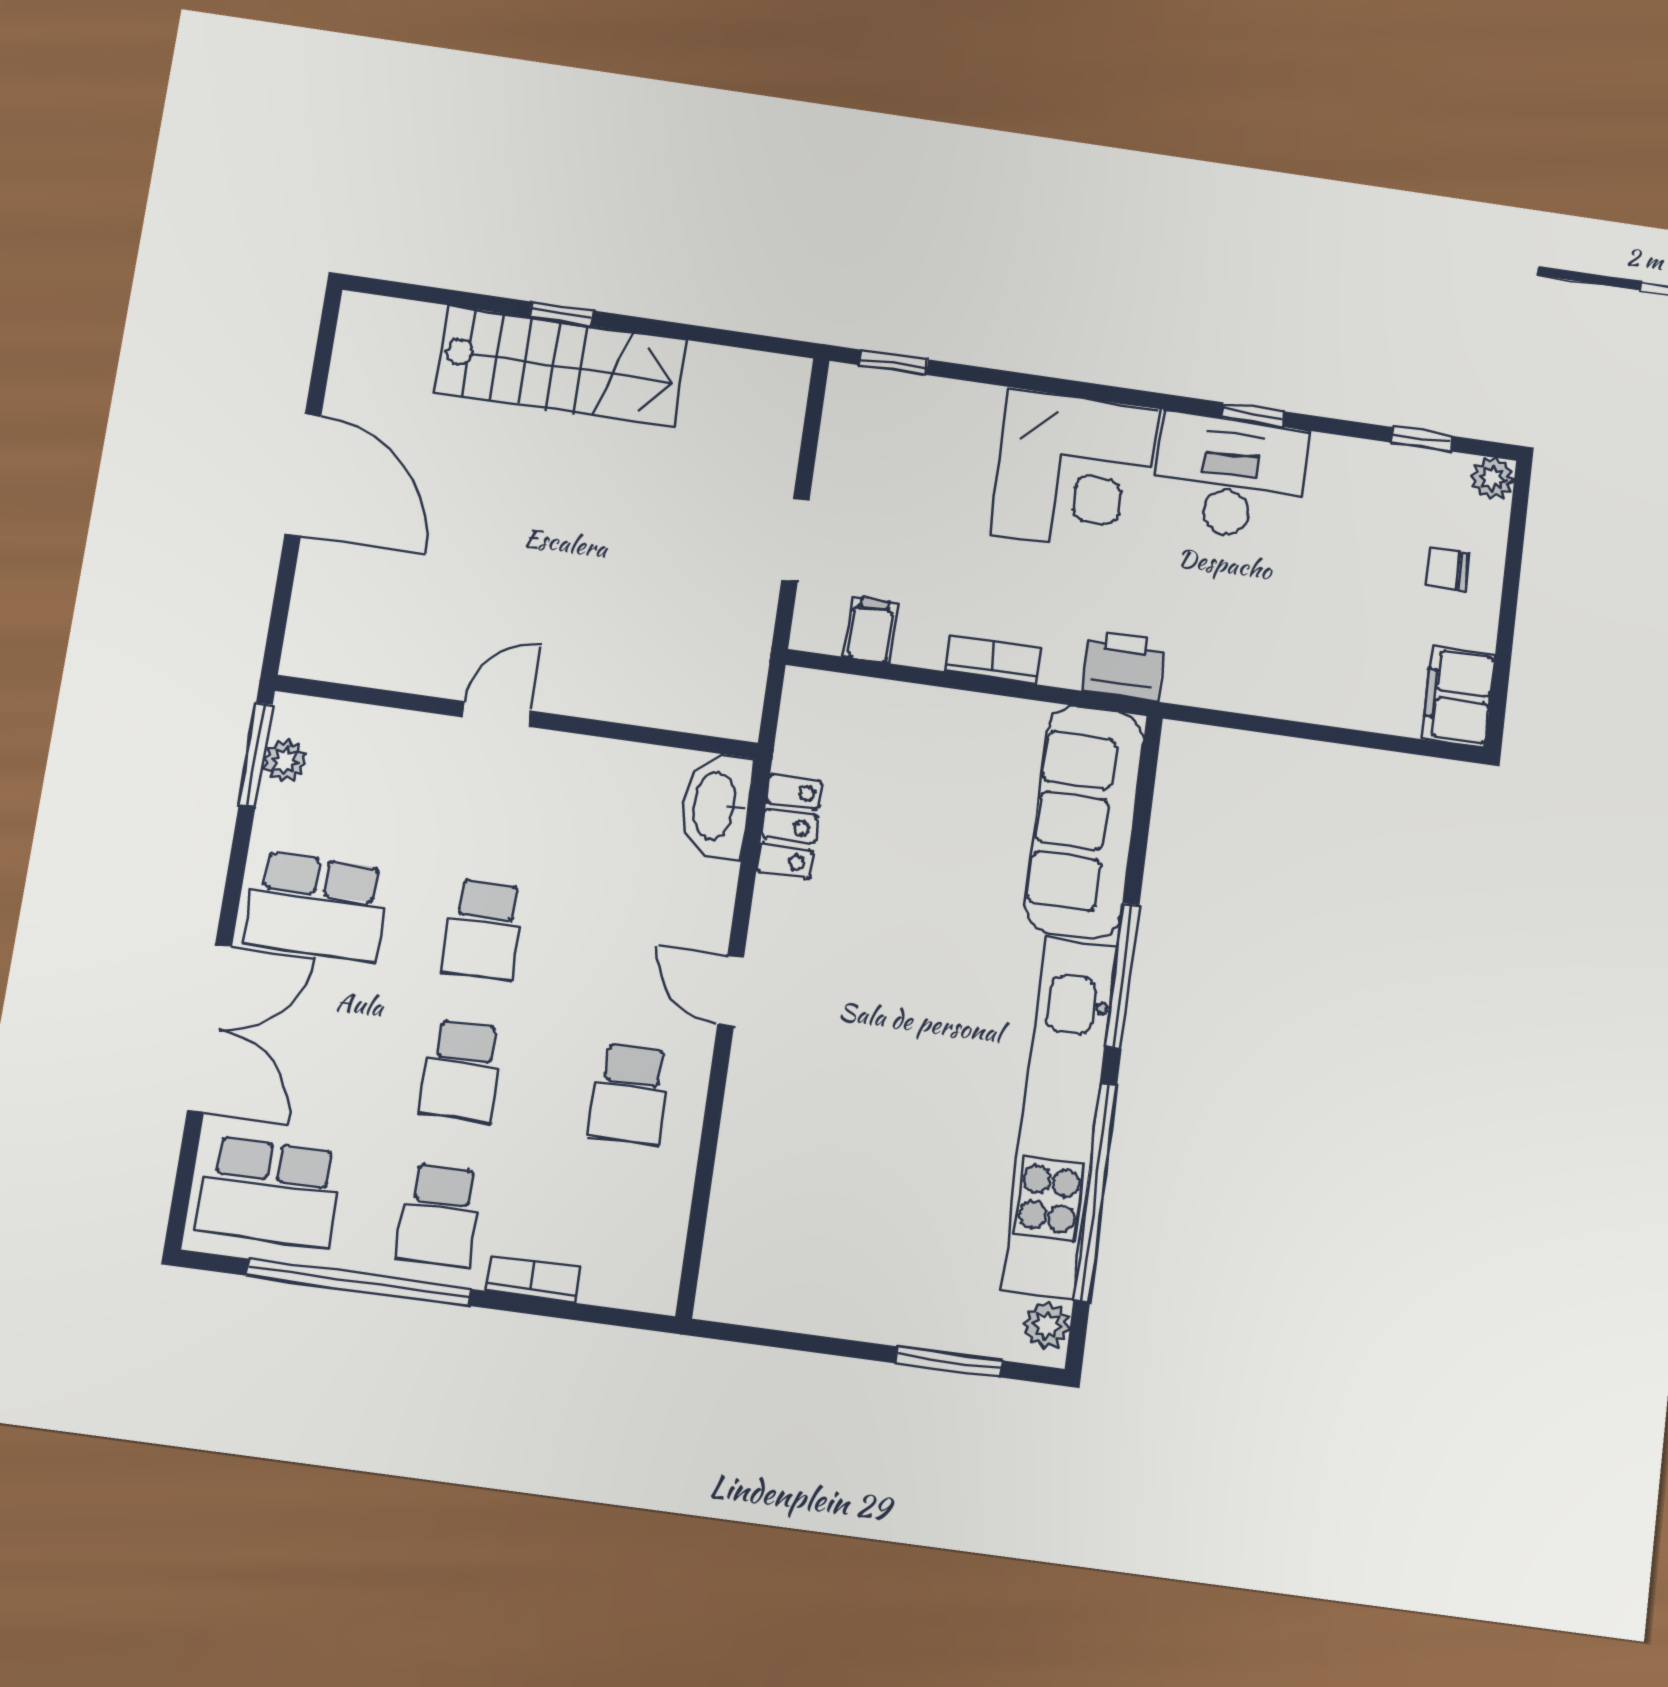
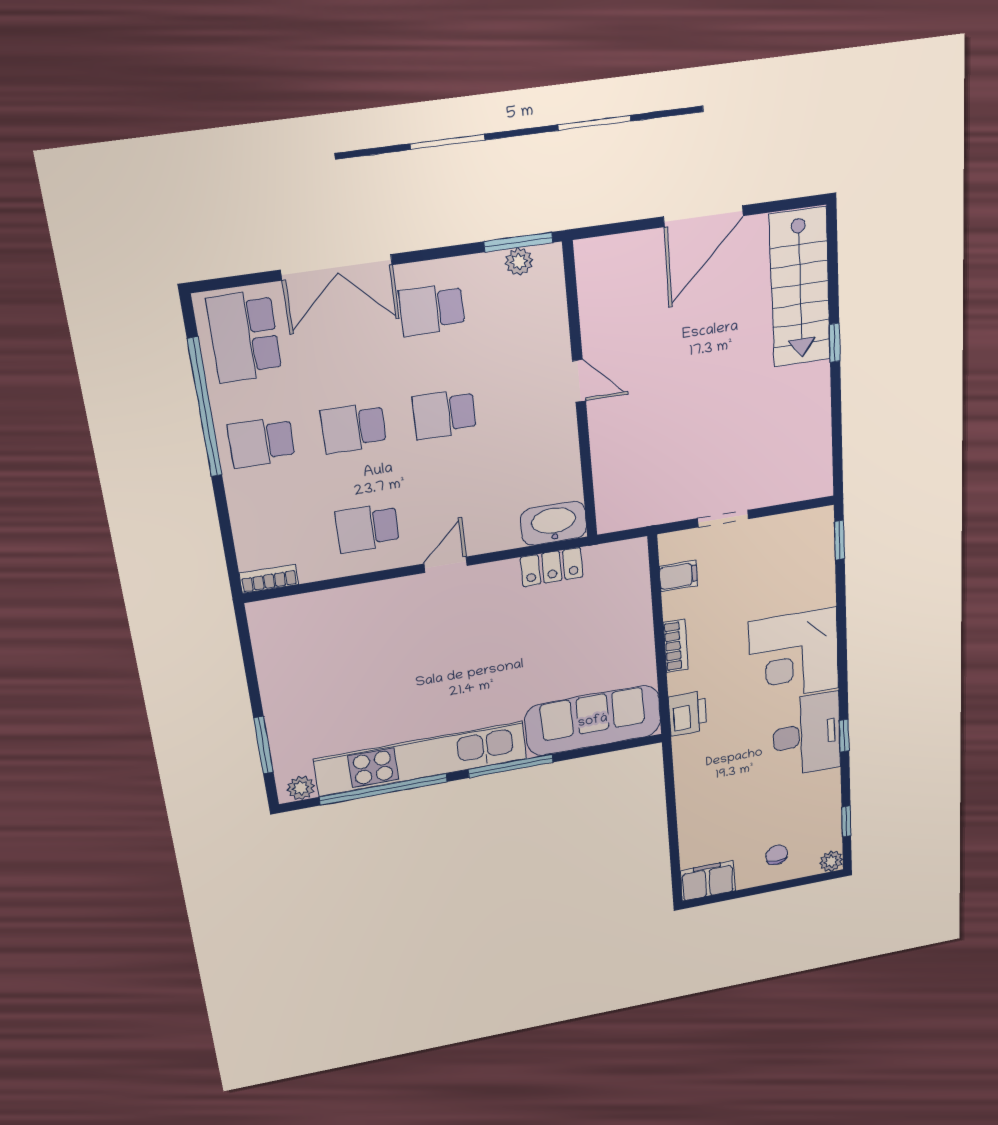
stairs: (561, 366) -> (800, 288), moved
school desk: (317, 906) -> (432, 310), width x0.54
bookcase: (533, 1279) -> (269, 579), moved, turned -90

